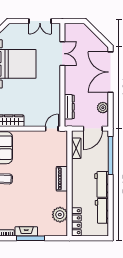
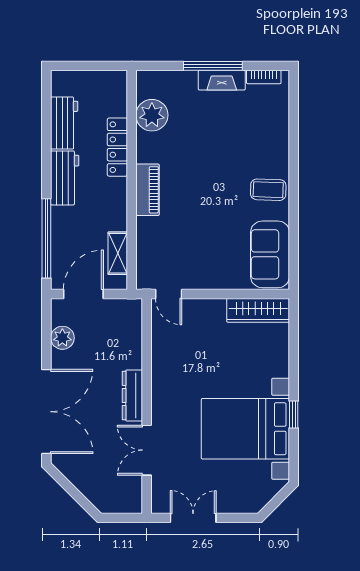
dresser: (69, 107) -> (132, 395), moved
door: (52, 129) -> (169, 294), hinge flipped
locker: (76, 222) -> (117, 147), moved

